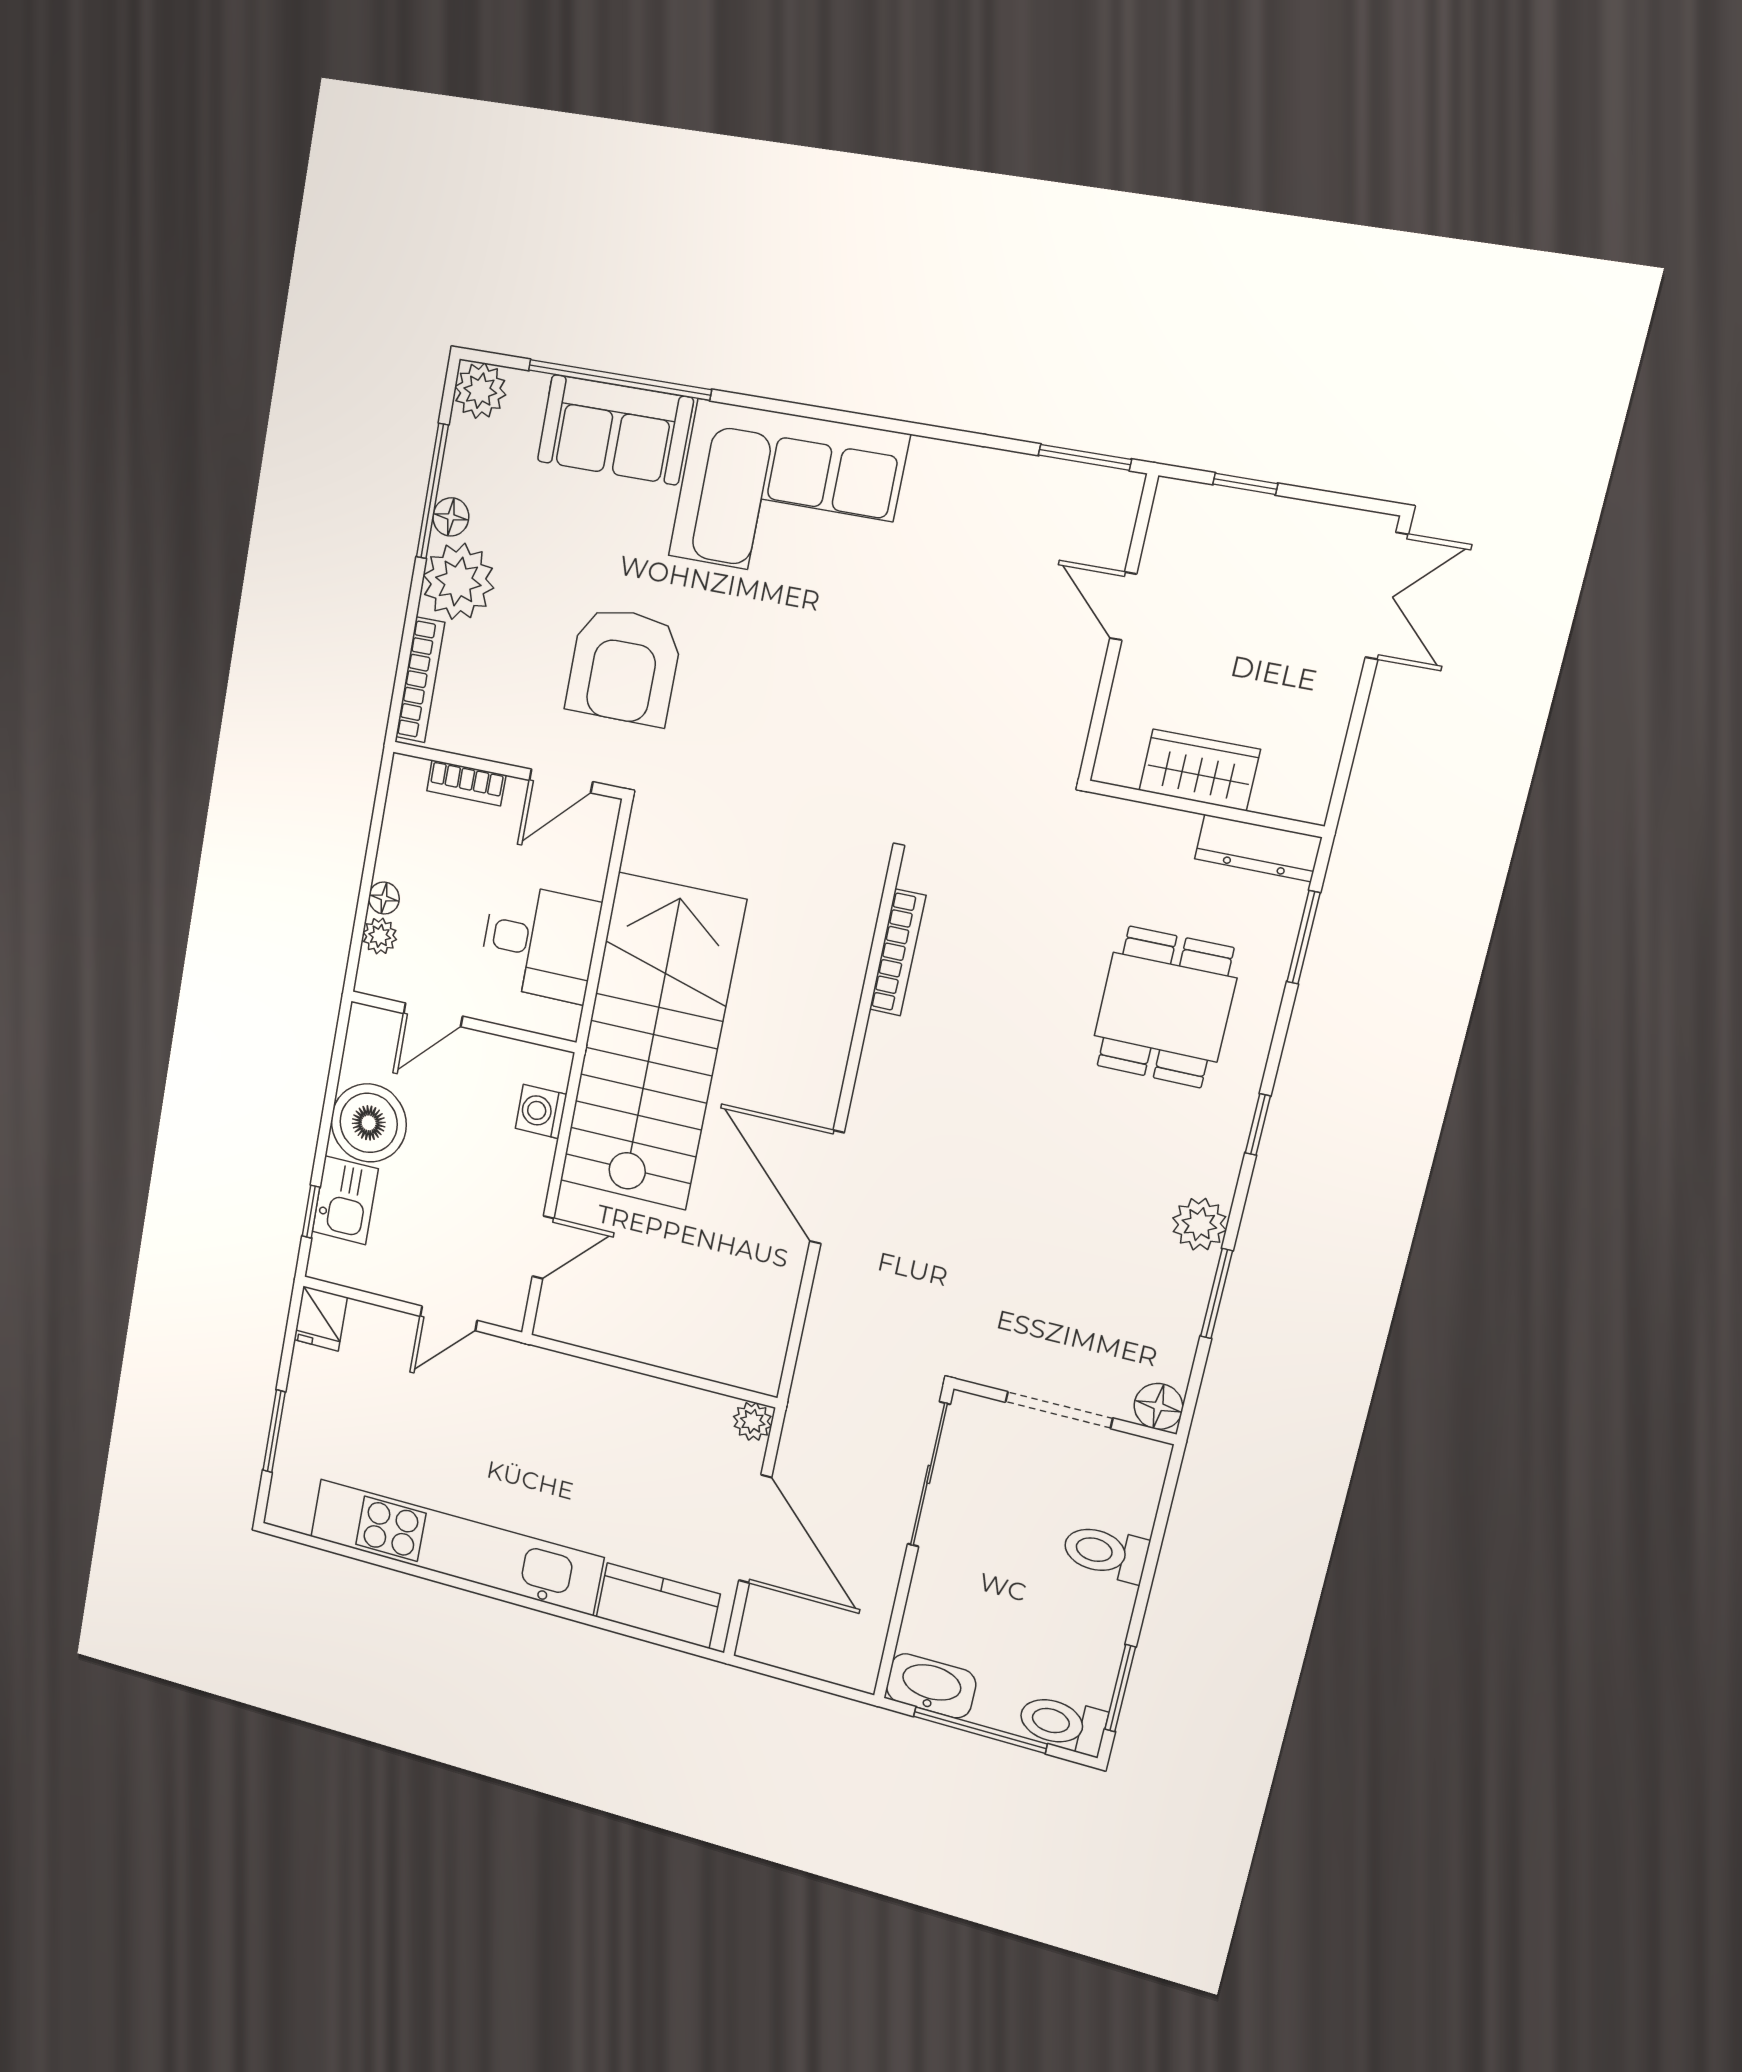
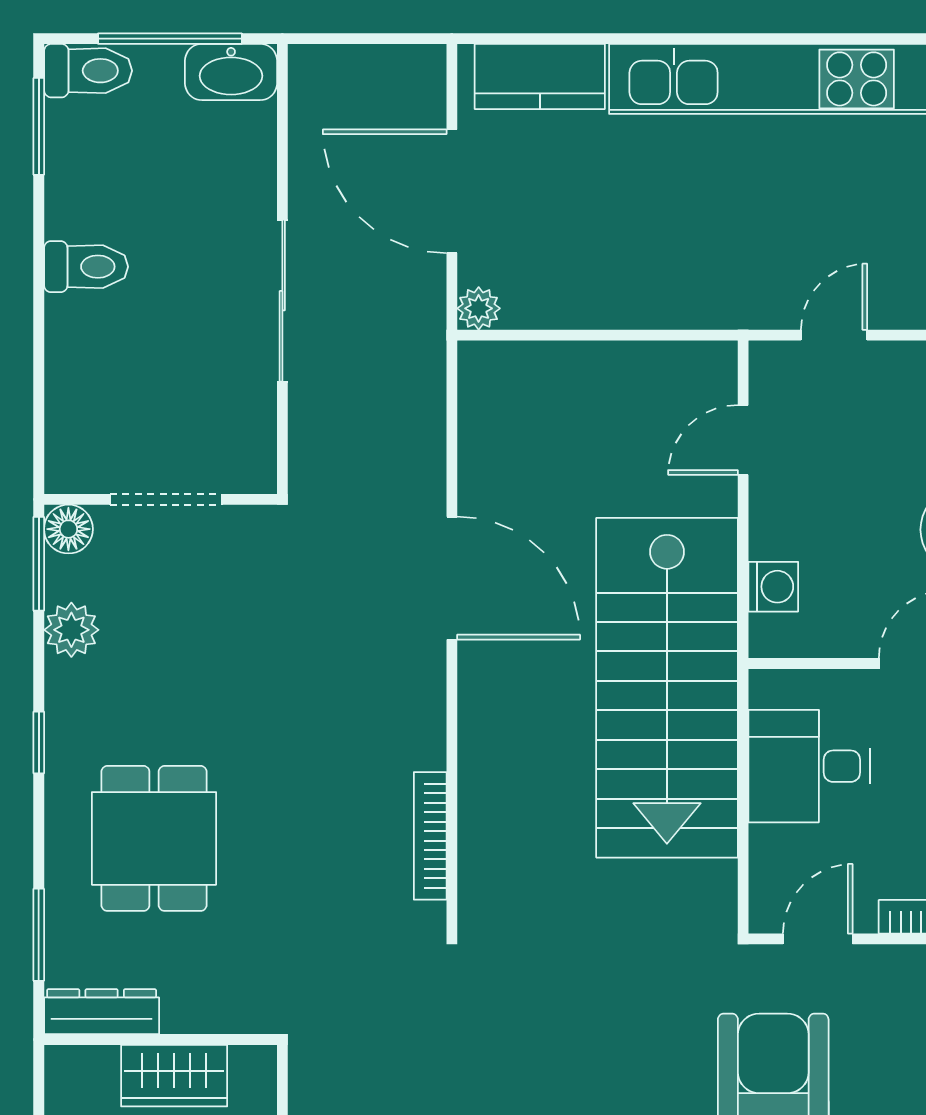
floor lamp: (1158, 1406) -> (68, 529), moved
doorway: (1059, 1410) -> (166, 499), moved
wall: (1064, 1411) -> (161, 499), moved

